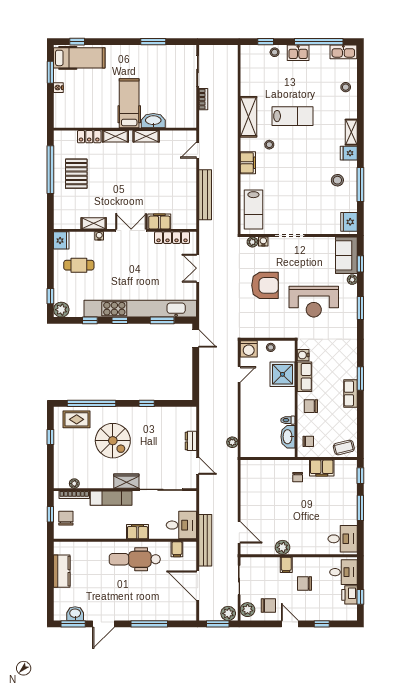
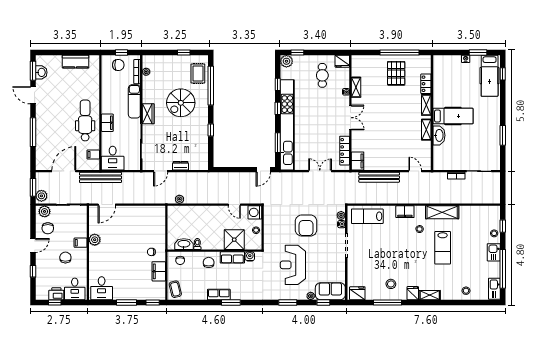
pallet: (76, 174) -> (396, 73), turned 90
filing cabinet: (159, 221) -> (358, 161), moved

